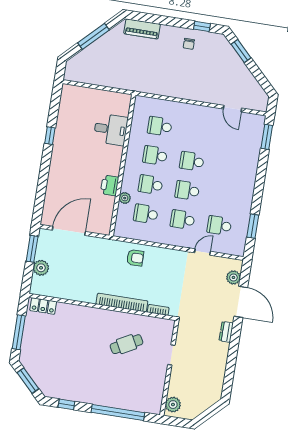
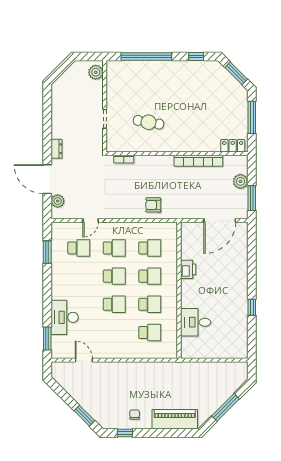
piano: (142, 29) -> (175, 419), width x1.37, depth x1.33
desk: (245, 156) -> (65, 317), added
plant: (125, 198) -> (172, 260), removed
bookcase: (122, 303) -> (198, 161), moved
cafe table: (127, 344) -> (149, 122), turned 38

